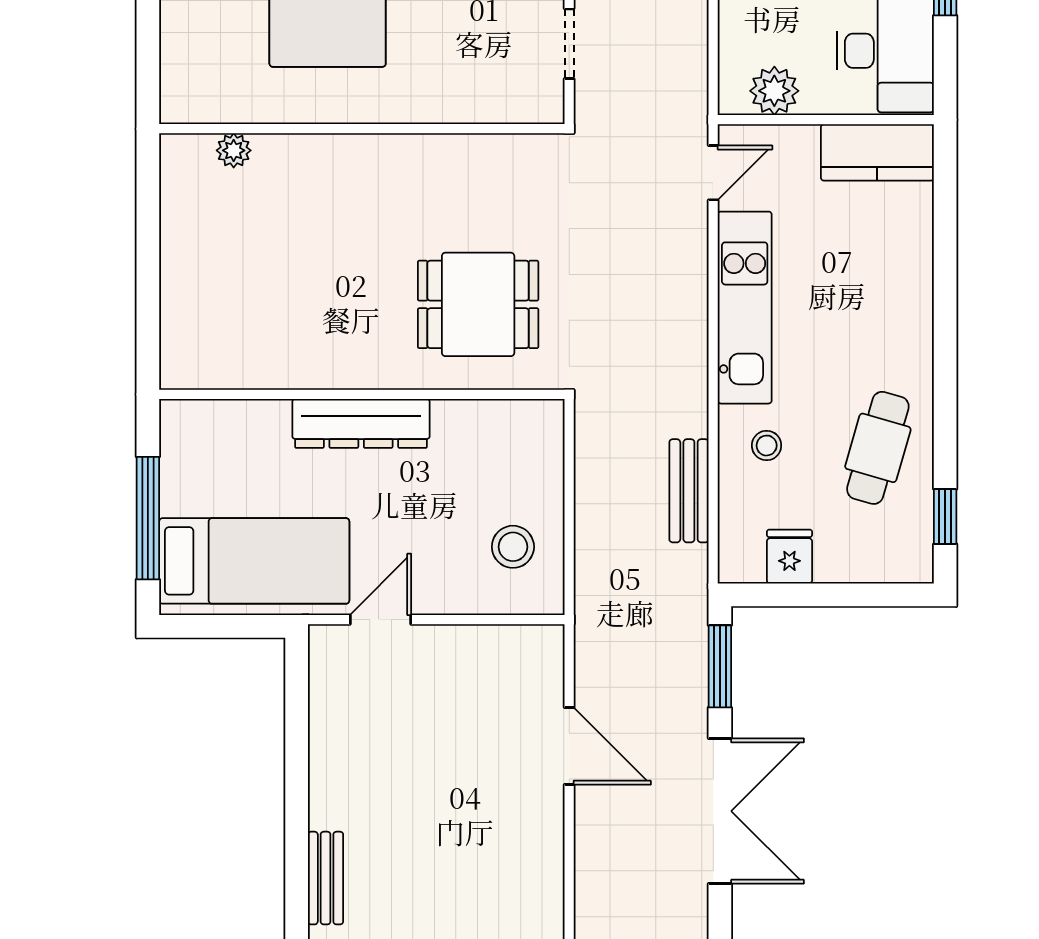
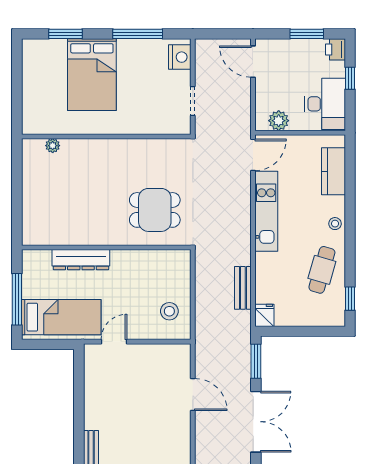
kitchen counter: (877, 152) -> (333, 171), moved, turned 90
door: (713, 173) -> (253, 155), width x1.37
dresser: (361, 423) -> (81, 260), moved
stool: (767, 446) -> (335, 224), moved
fridge: (789, 557) -> (264, 315), moved

